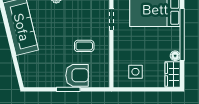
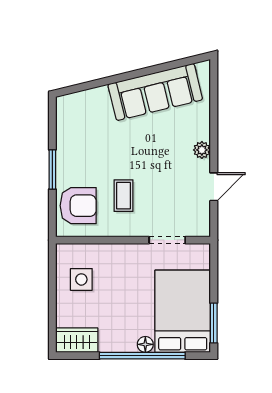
floor lamp: (175, 56) -> (145, 344), moved
armchair: (77, 75) -> (78, 206), moved, turned -90

